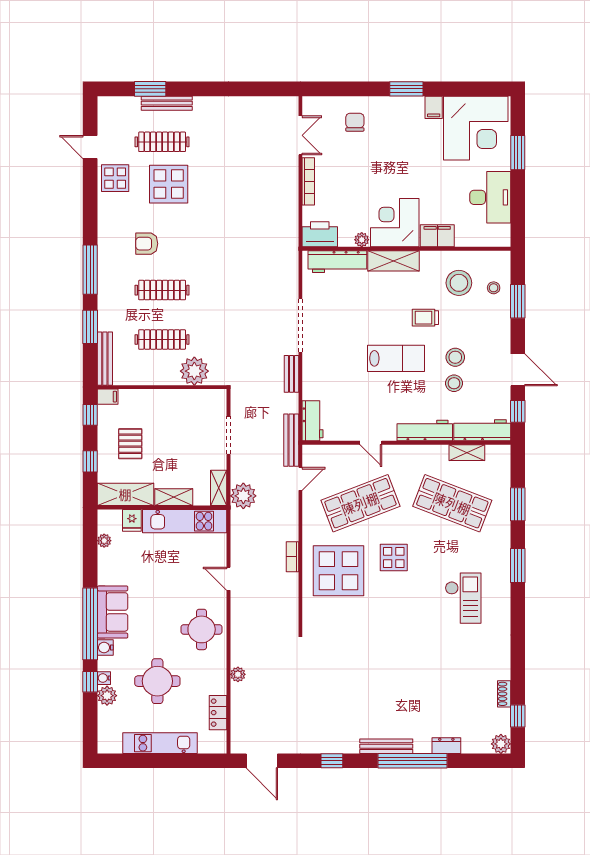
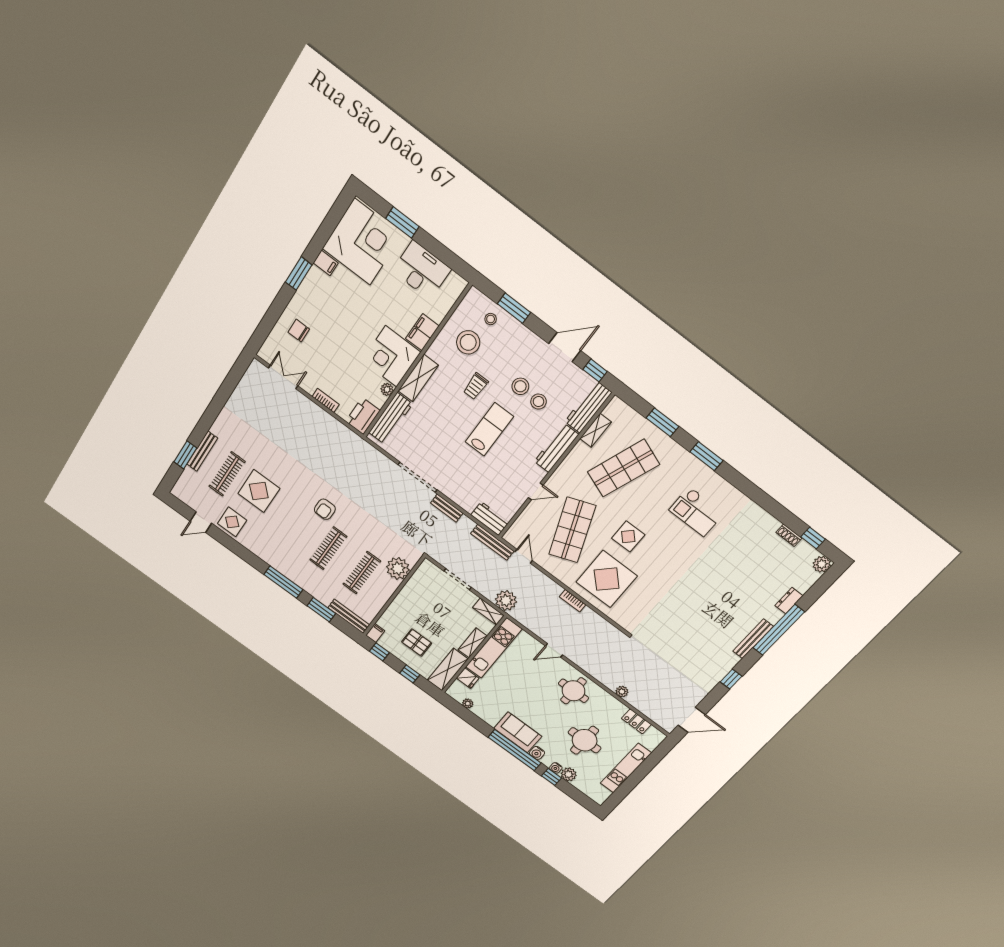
bookcase: (308, 181) -> (326, 400), width x0.64
armchair: (147, 244) -> (325, 509), moved
checkout: (463, 598) -> (697, 512), turned 180

